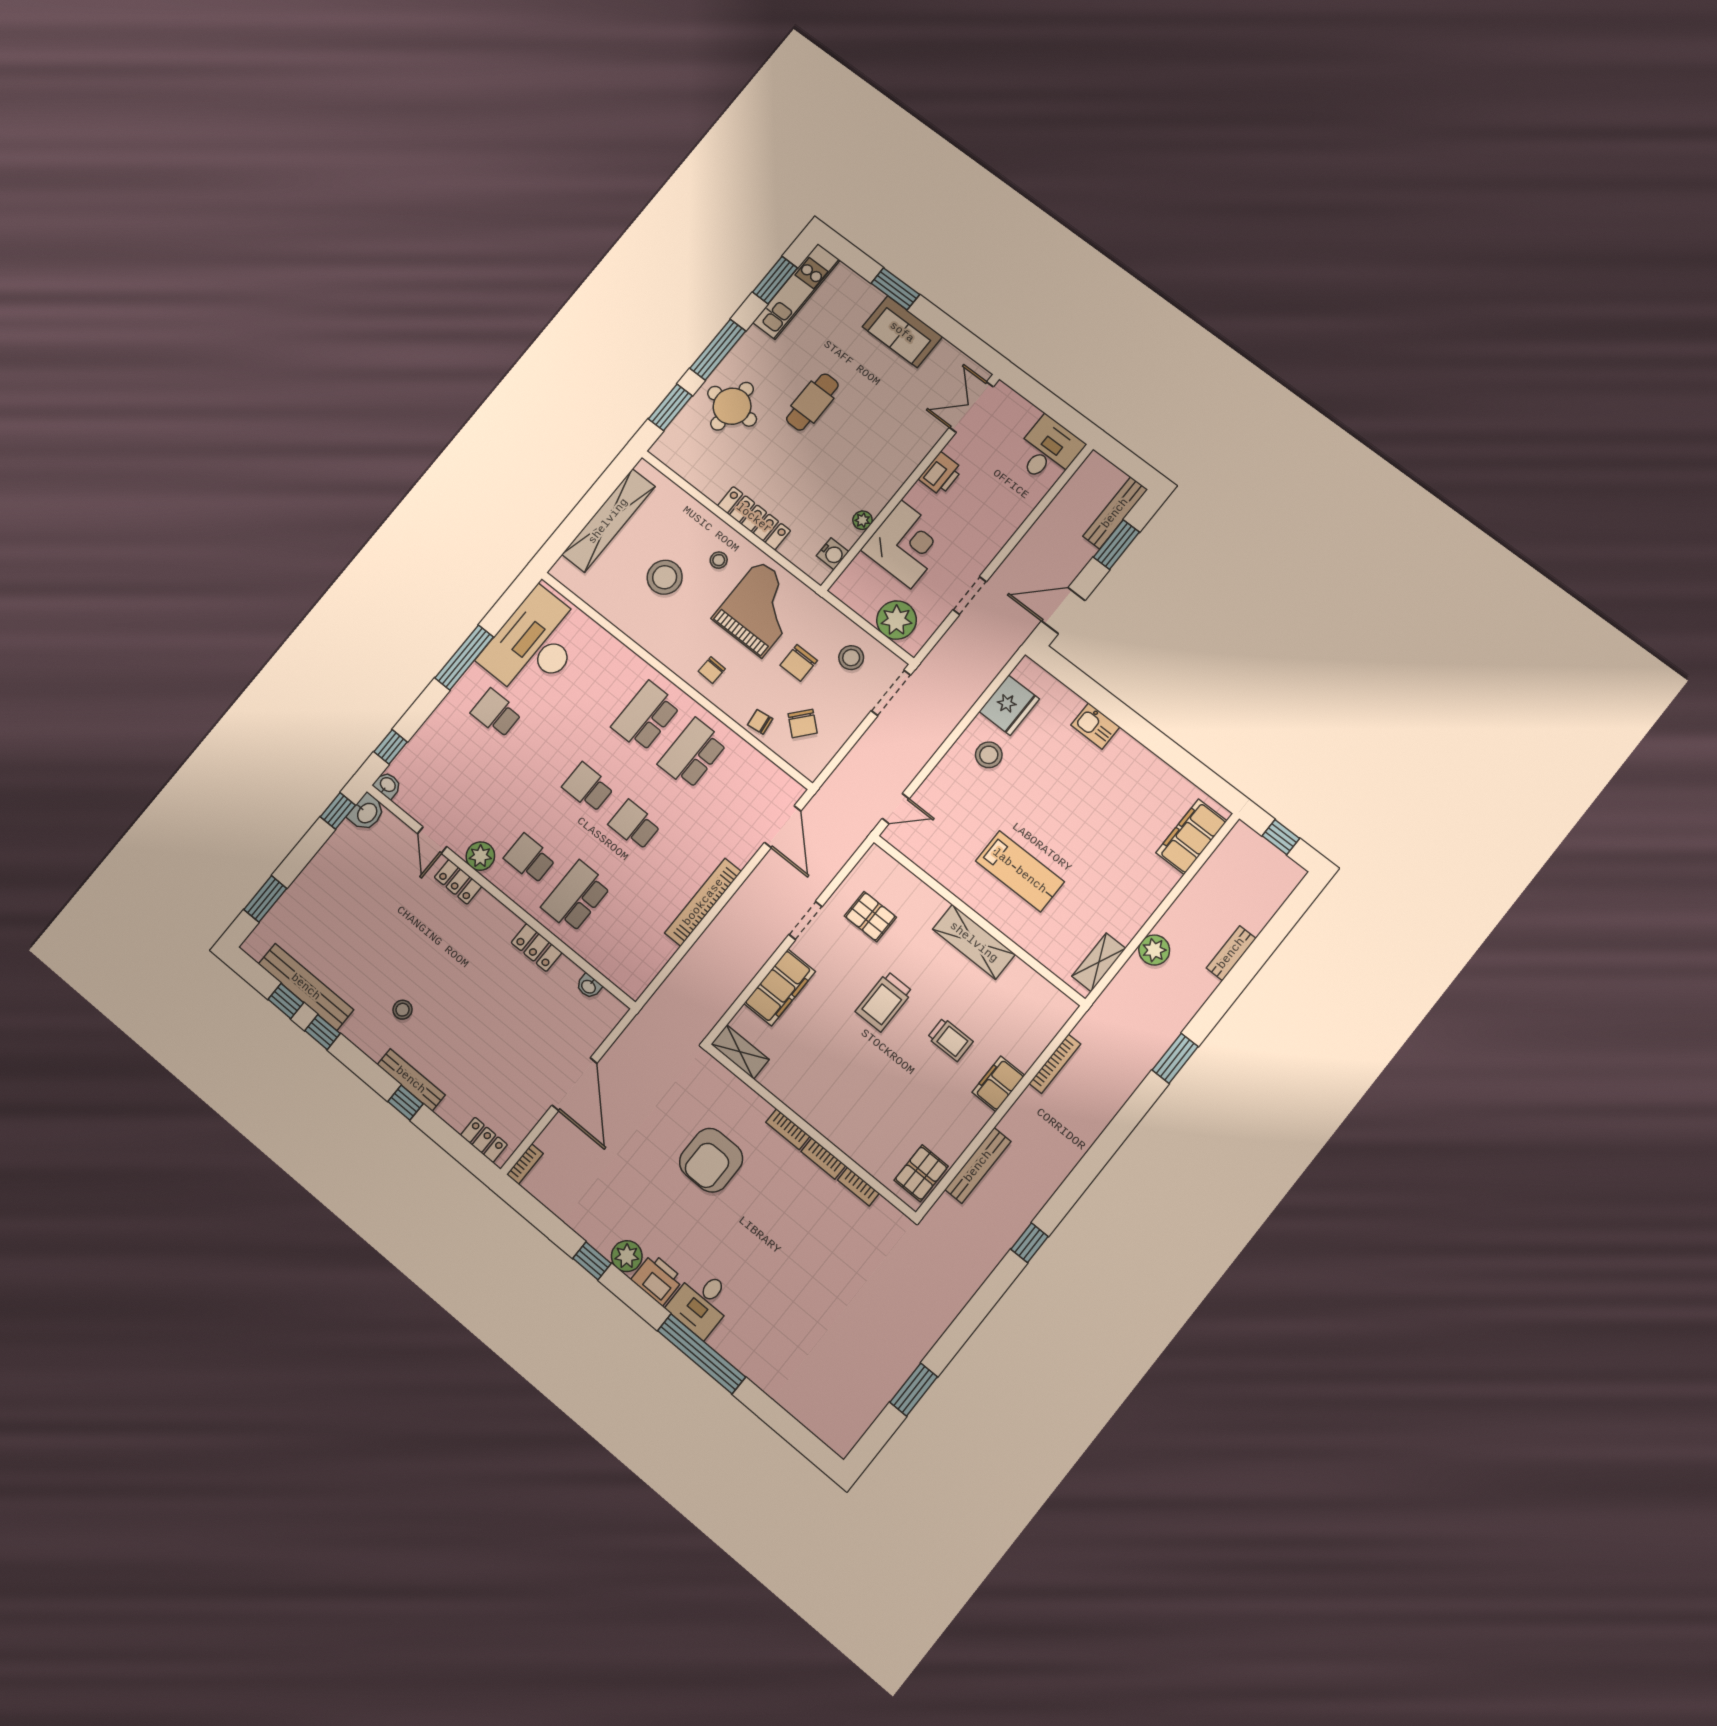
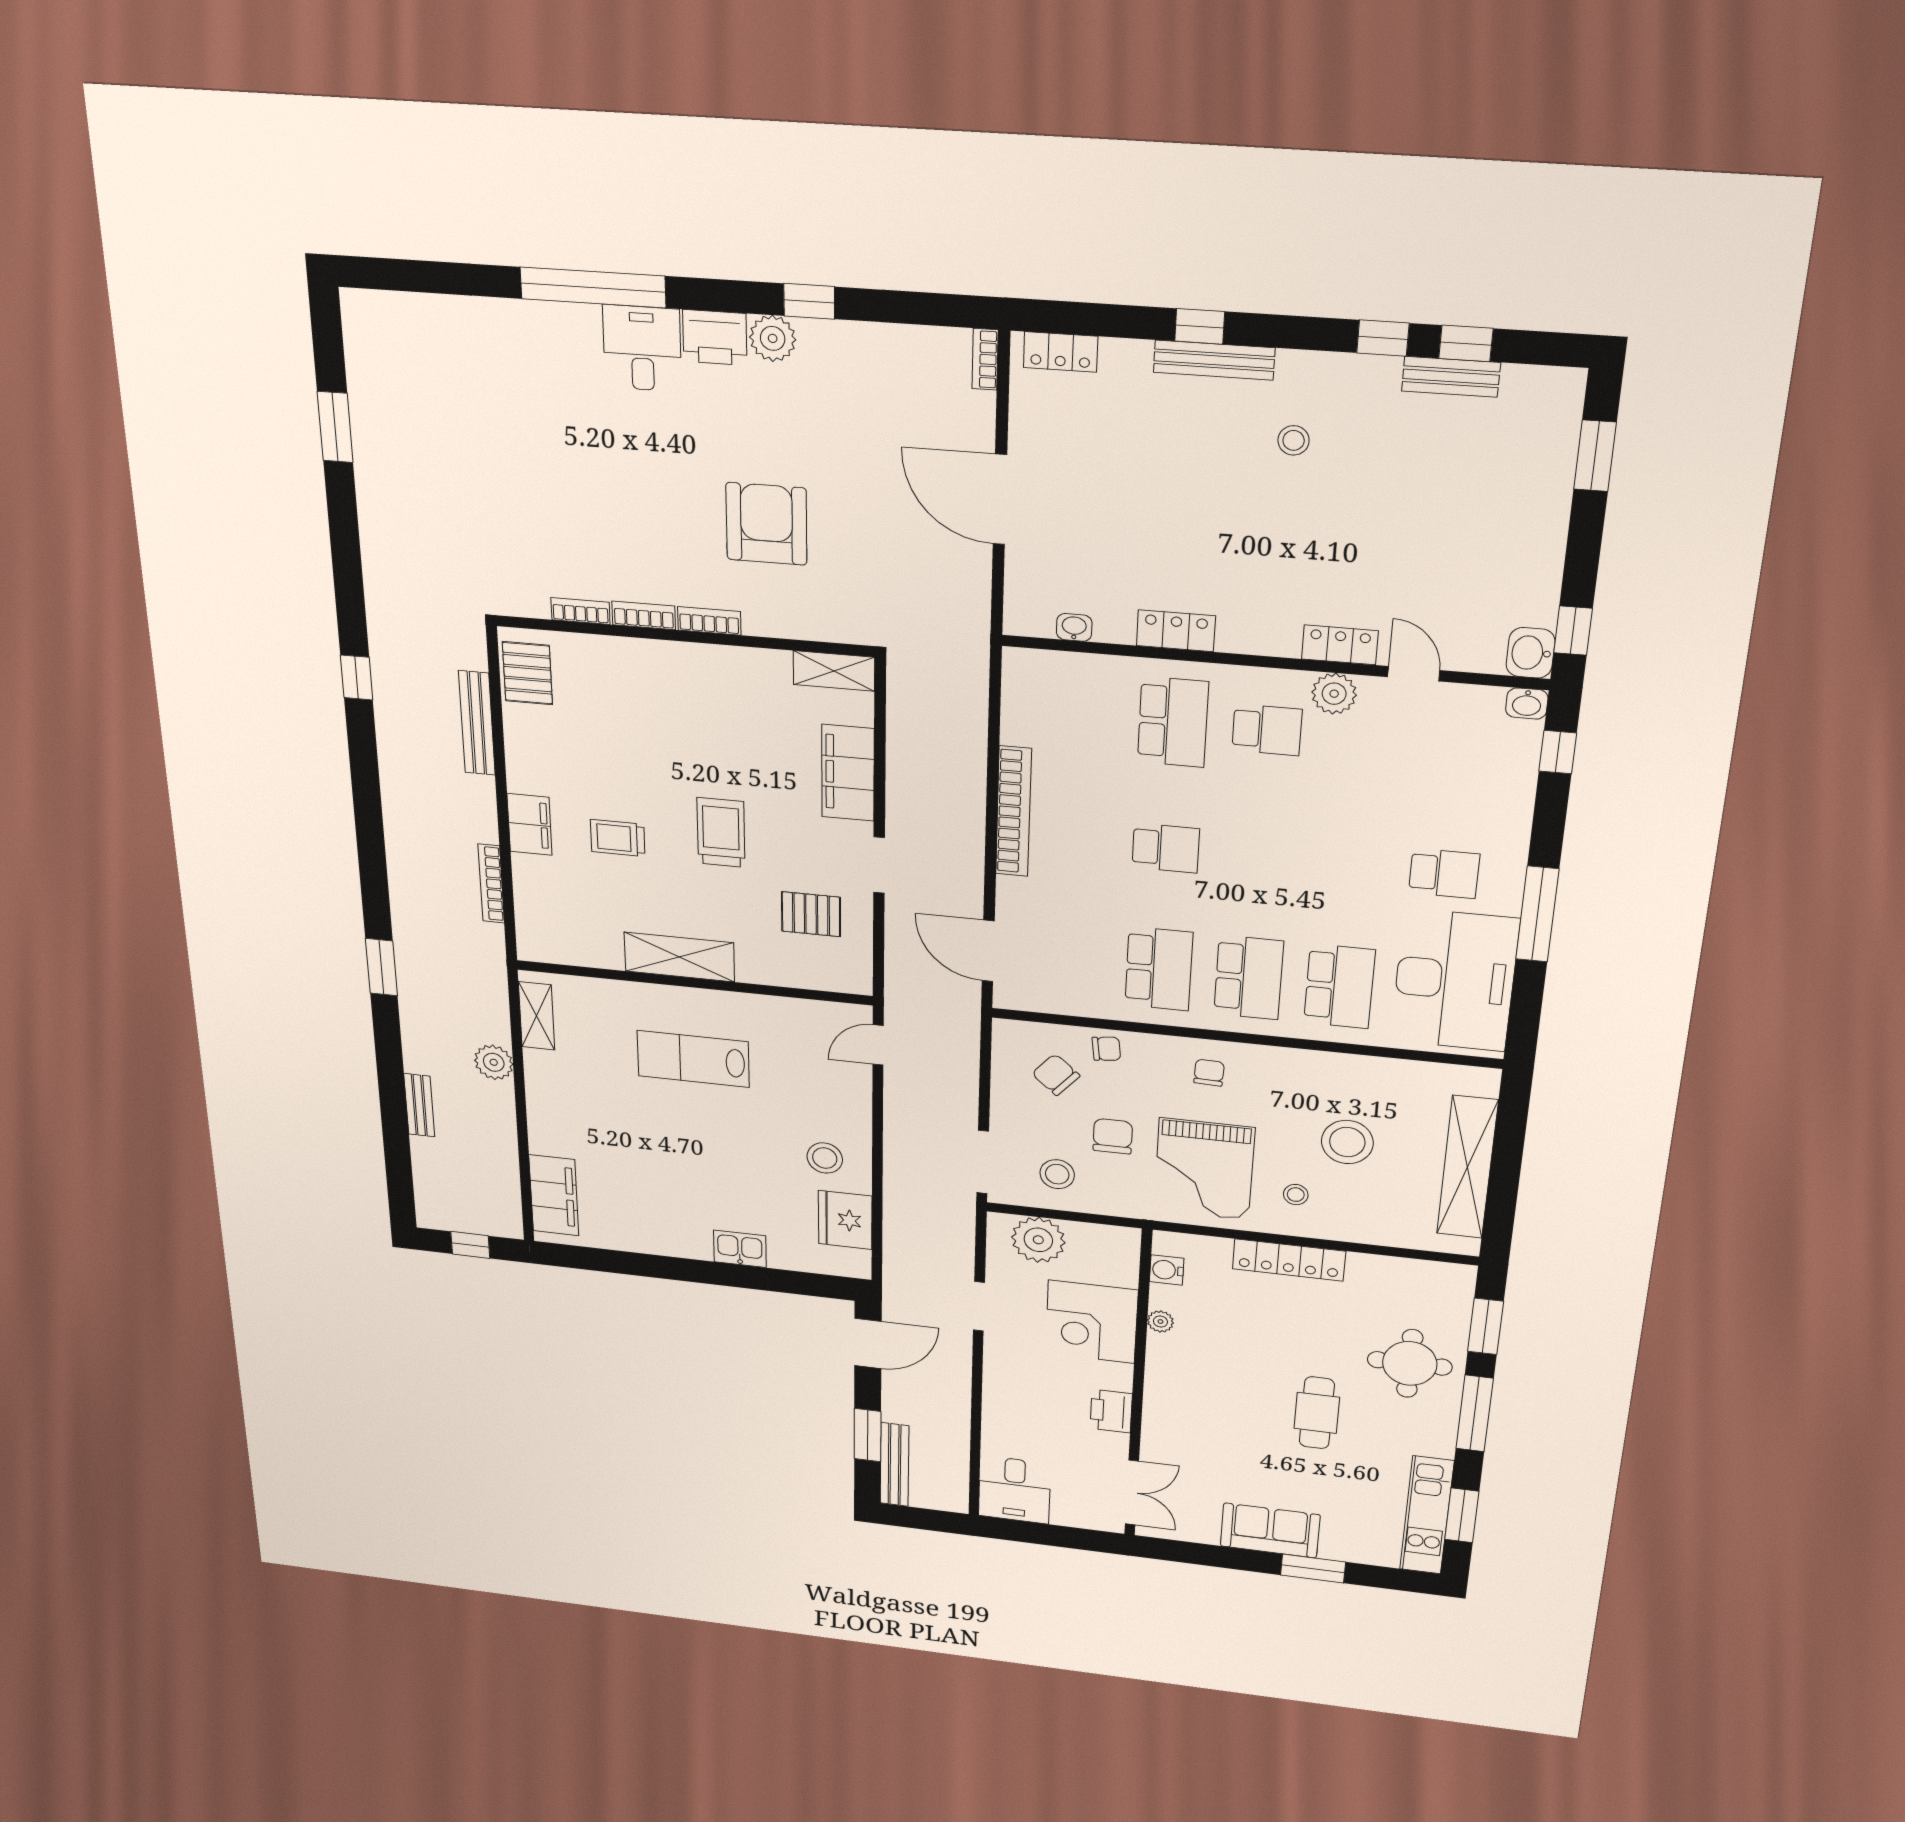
school desk: (588, 787) -> (1339, 986), moved, width x1.85
bench: (306, 987) -> (1451, 377), width x0.54, depth x0.82

